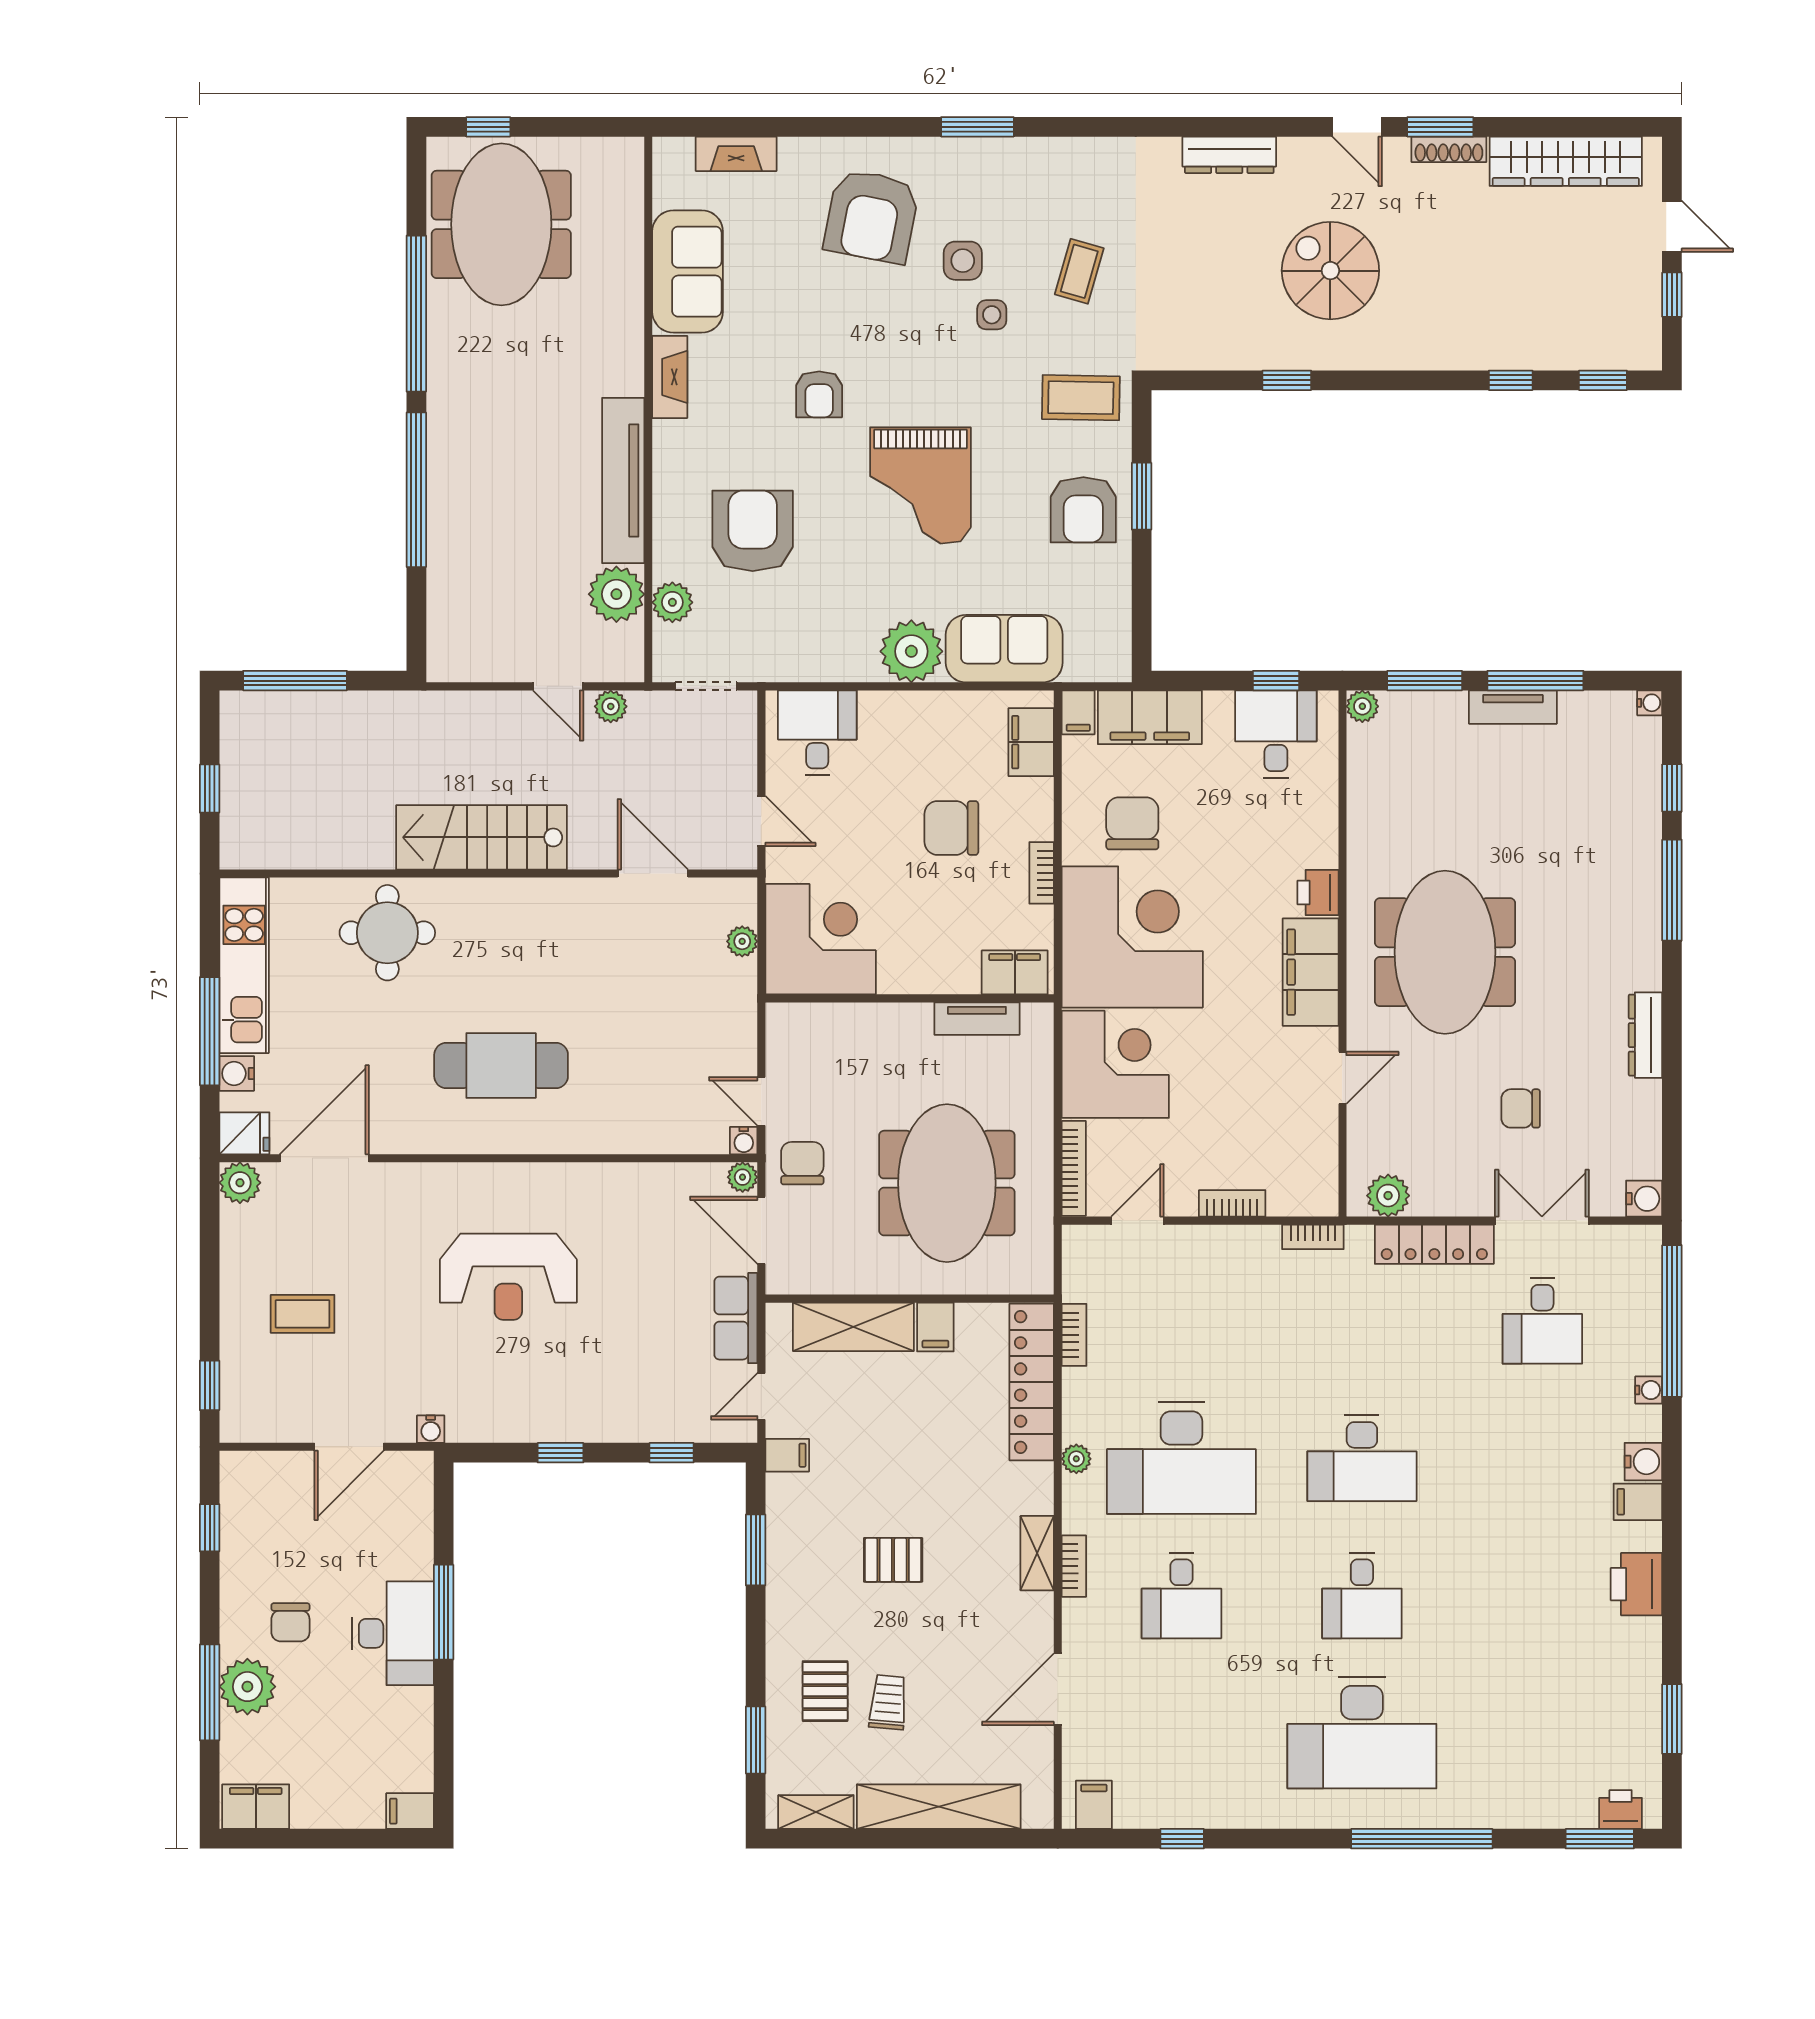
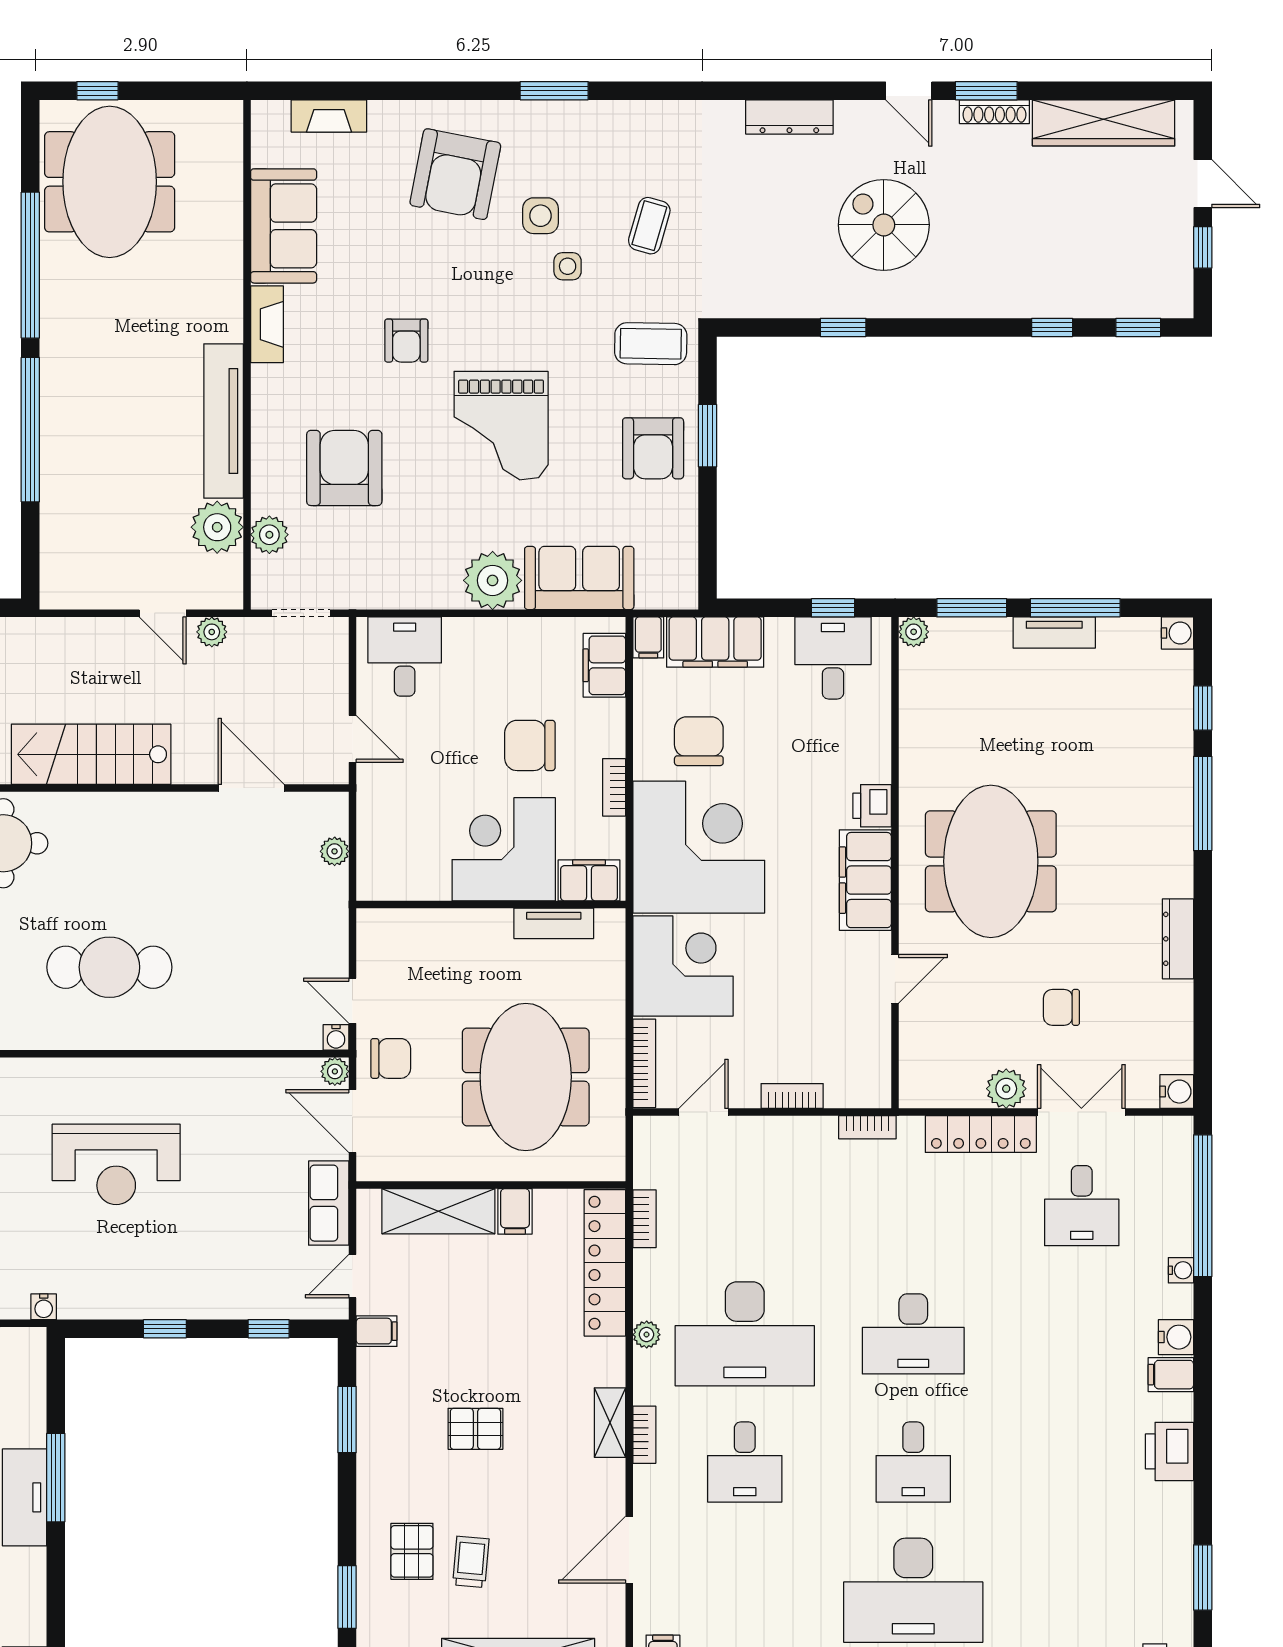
water cooler: (1650, 703) -> (1178, 633), width x1.38, depth x1.38
corner desk: (821, 939) -> (504, 849), moved, turned -90
chair: (802, 1163) -> (391, 1058), turned 90
plant: (1388, 1196) -> (1006, 1089), moved

